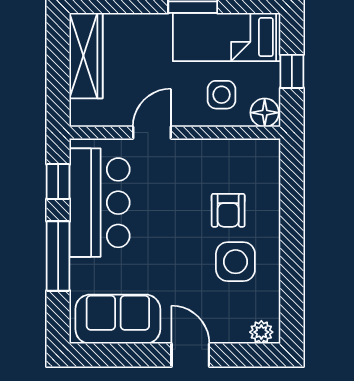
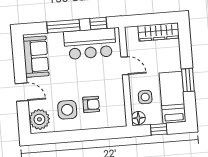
armchair: (228, 210) -> (91, 104), turned 180
plant: (261, 332) -> (39, 119), width x1.88, depth x1.88
door: (190, 355) -> (22, 92), hinge flipped

